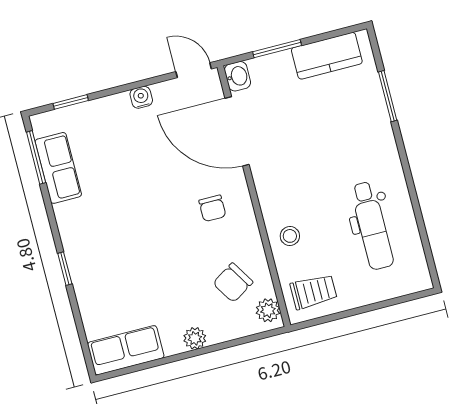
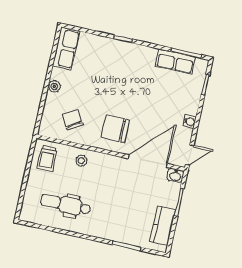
chair: (212, 208) -> (115, 129), width x1.87, depth x1.87
plant: (268, 310) -> (50, 130), removed

